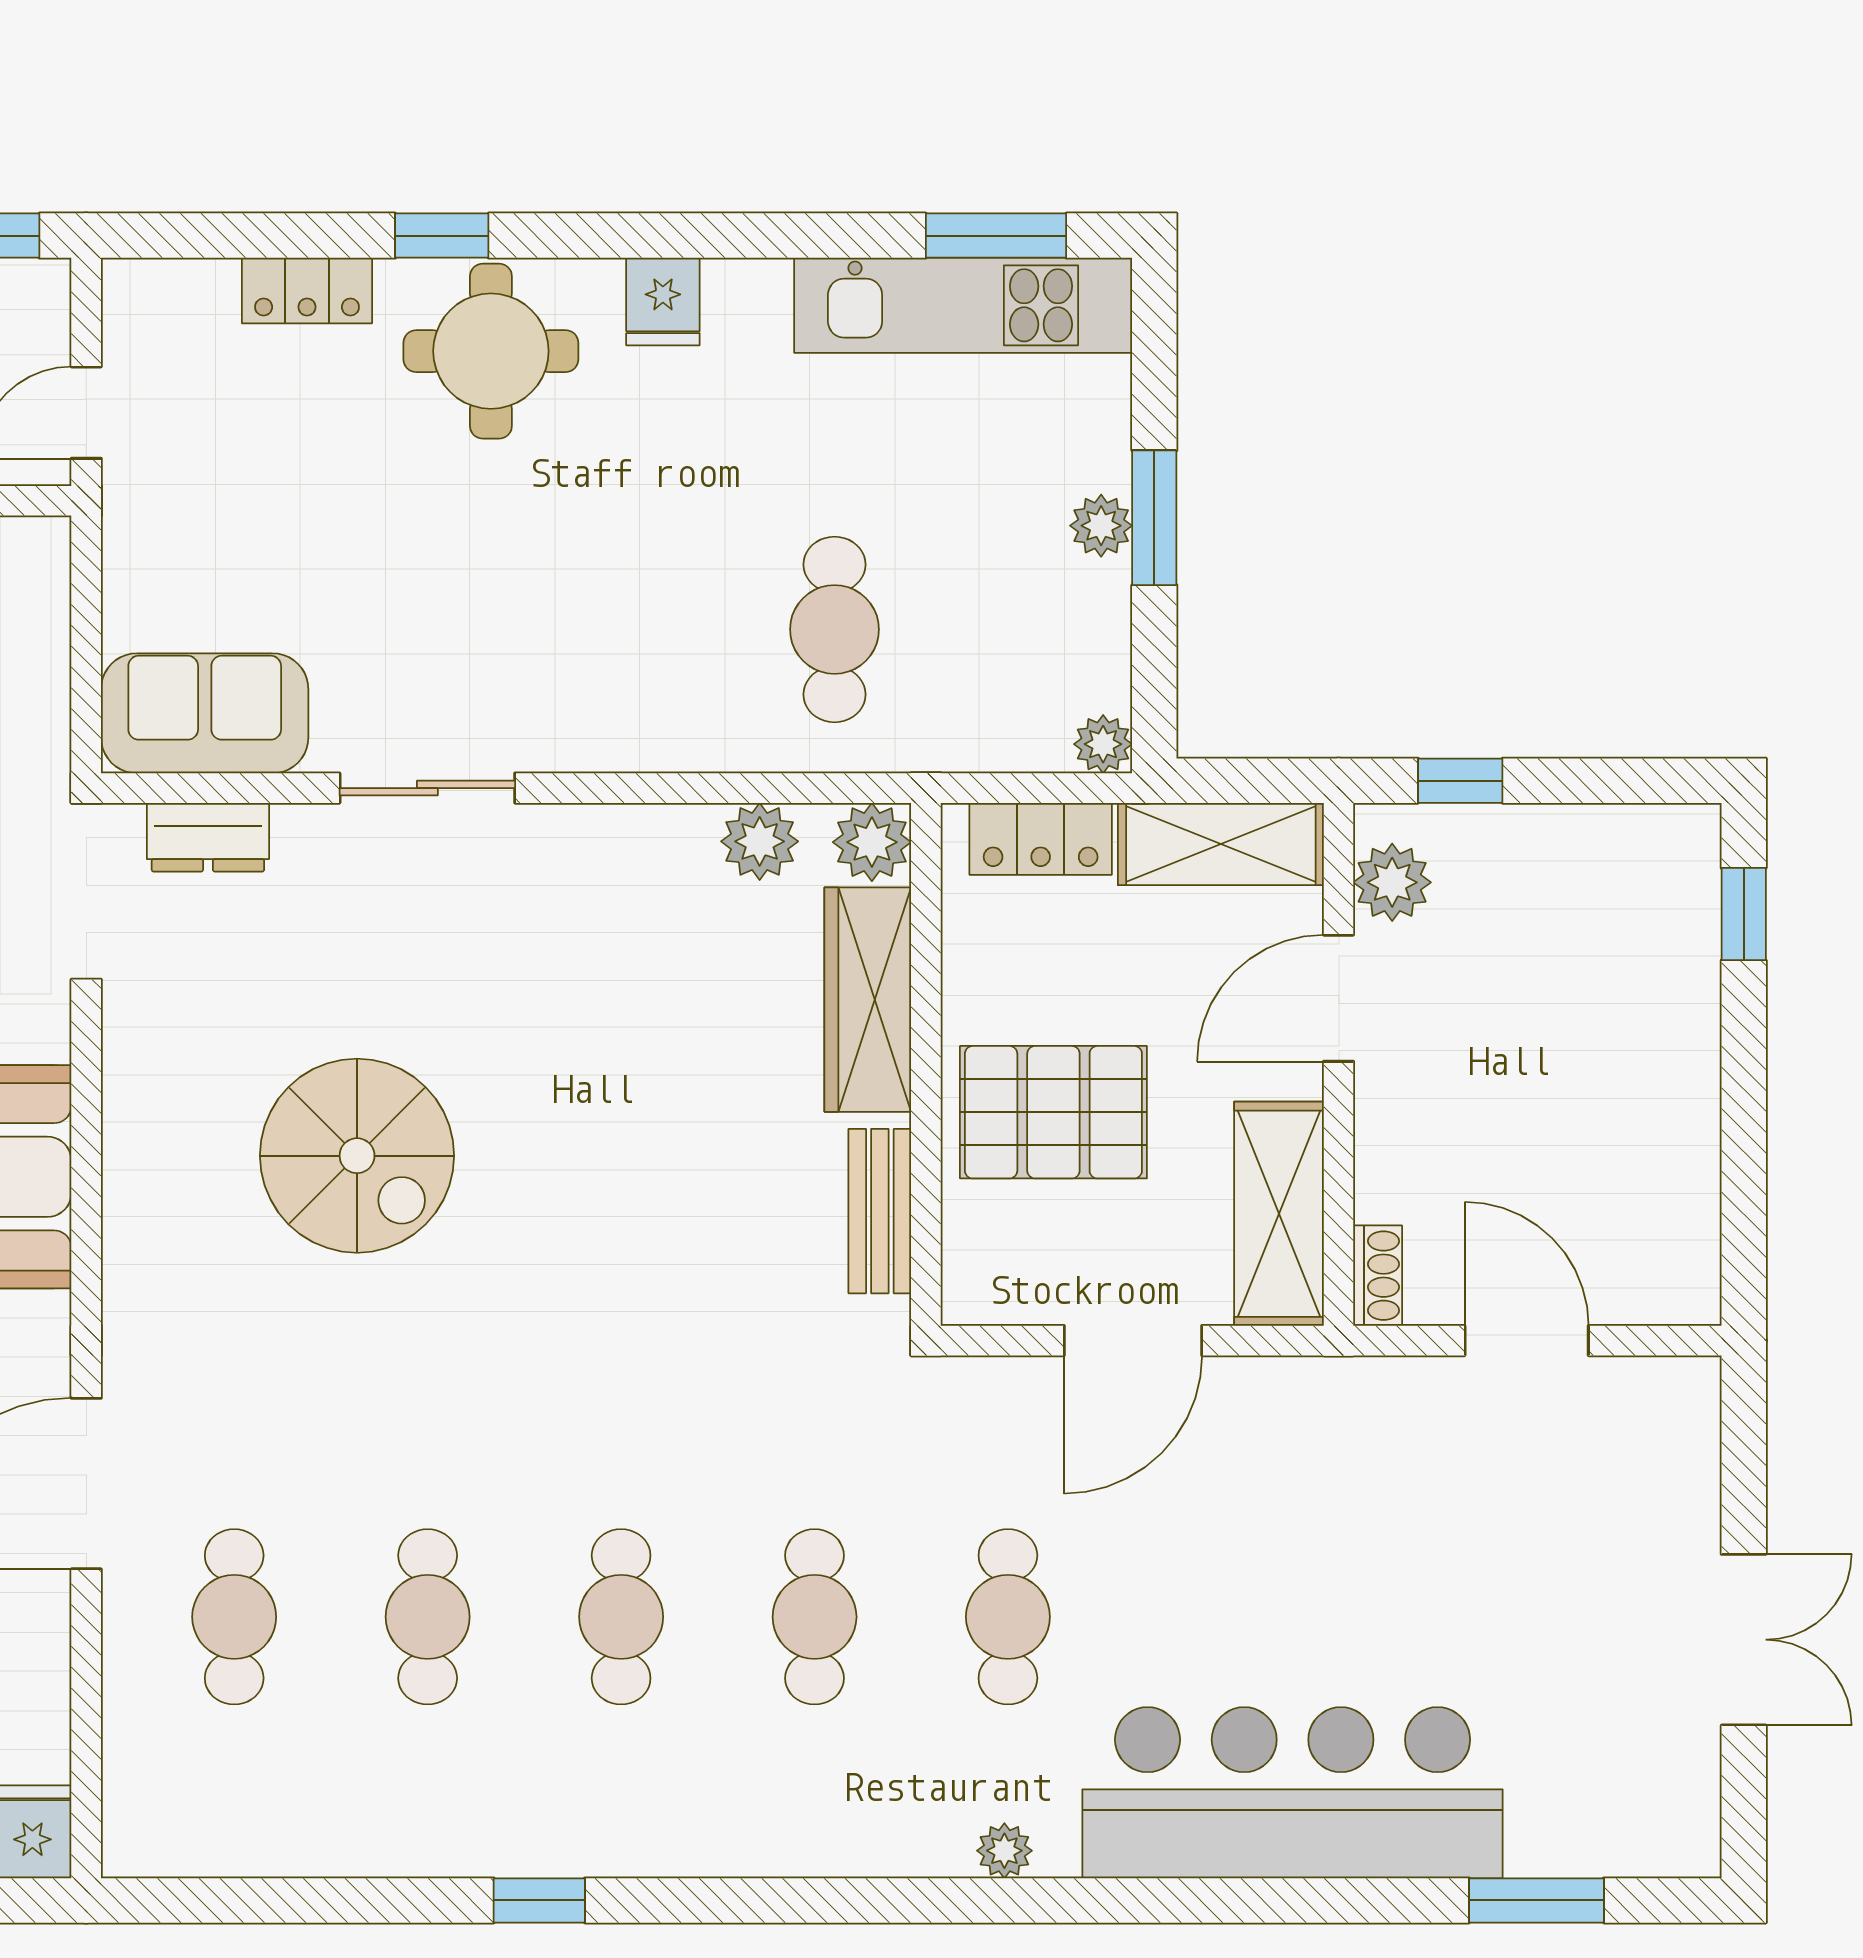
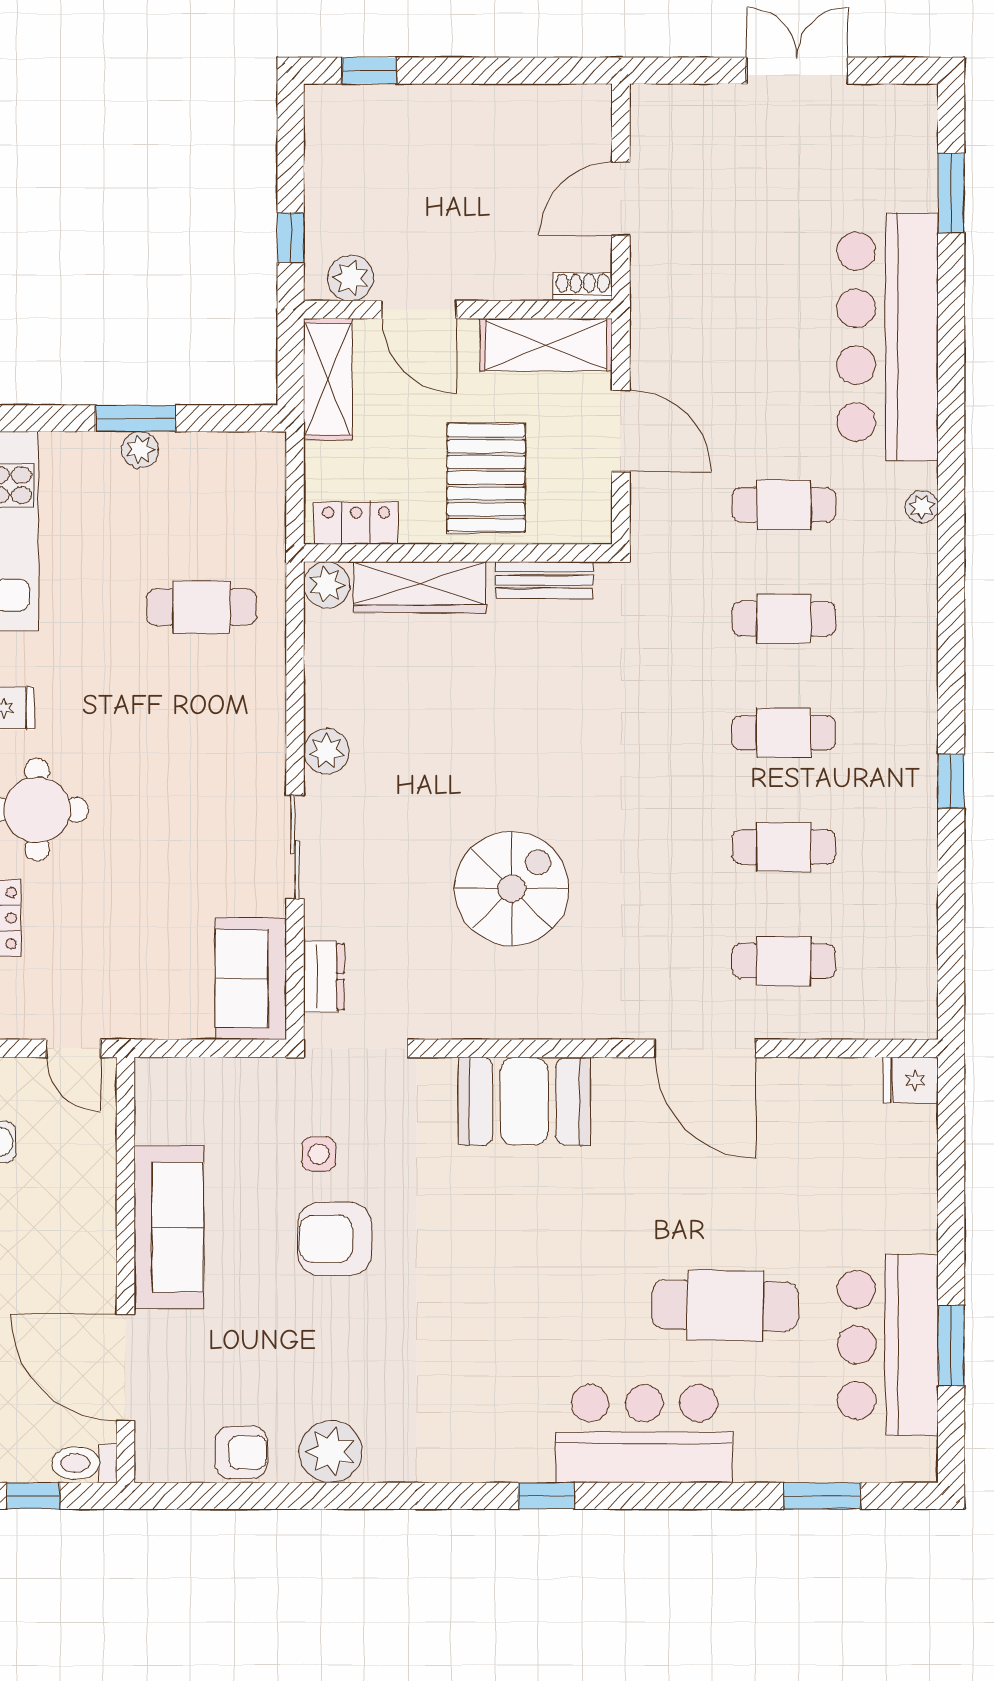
plant: (1103, 744) -> (269, 449), removed
locker: (1041, 839) -> (356, 523), moved, turned -90
plant: (760, 841) -> (326, 751), moved

